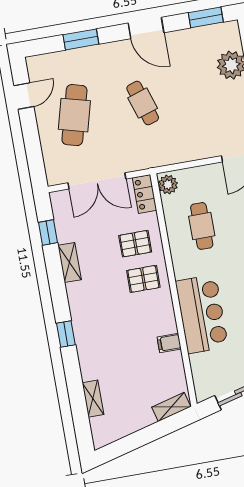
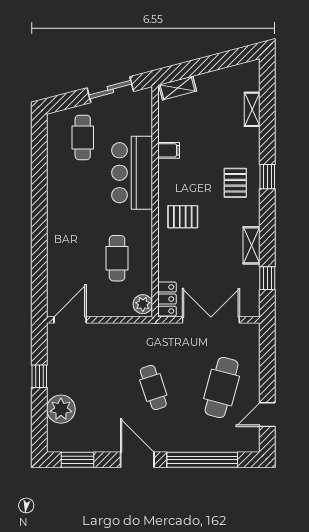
window: (81, 39) -> (202, 460), width x2.11
pallet: (135, 244) -> (235, 183), moved, turned 90

